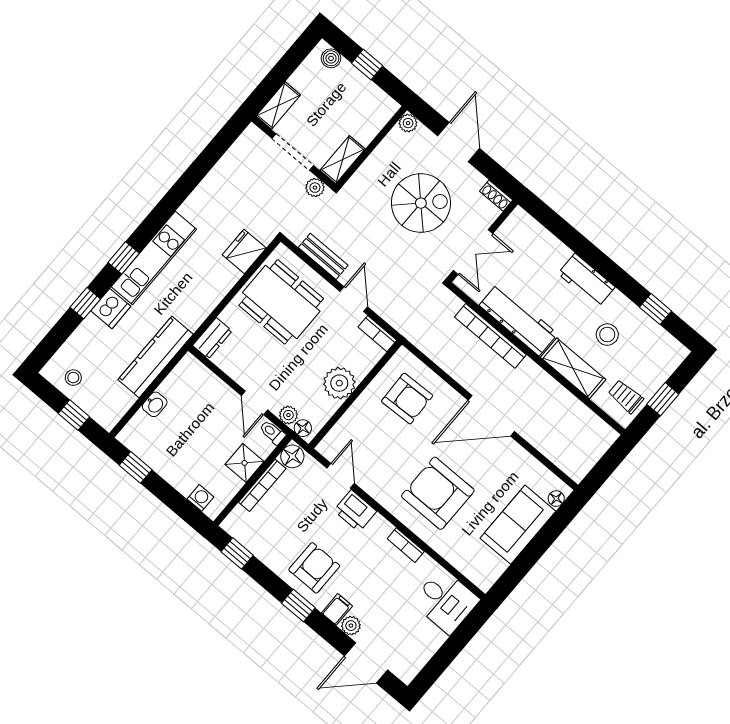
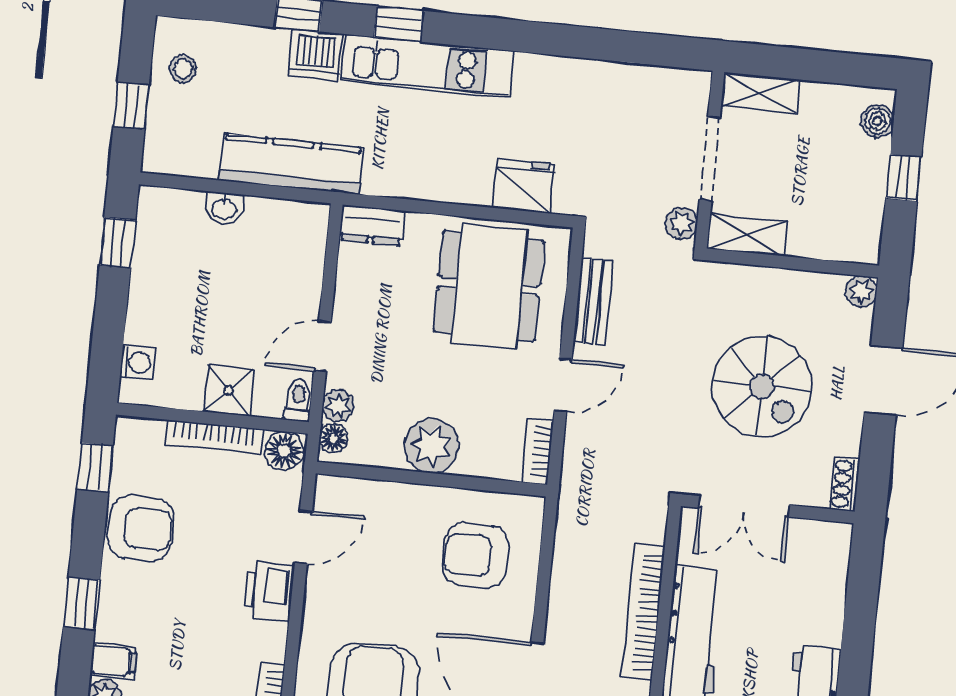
armchair: (407, 399) -> (475, 555), turned 92
armchair: (314, 568) -> (141, 528), moved

